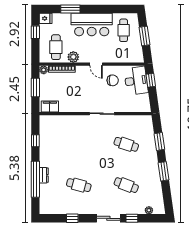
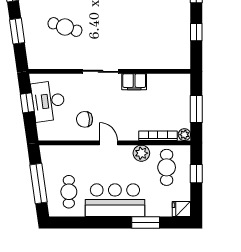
window: (35, 32) -> (196, 174), moved
window: (145, 36) -> (39, 183), width x1.44
window: (151, 80) -> (27, 103), moved
desk: (136, 81) -> (48, 101), moved
filing cabinet: (50, 106) -> (134, 82), moved

